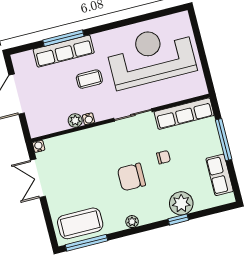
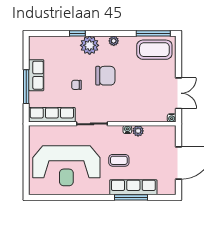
row of seats: (220, 175) -> (36, 75), moved
plant: (181, 203) -> (90, 45), moved

